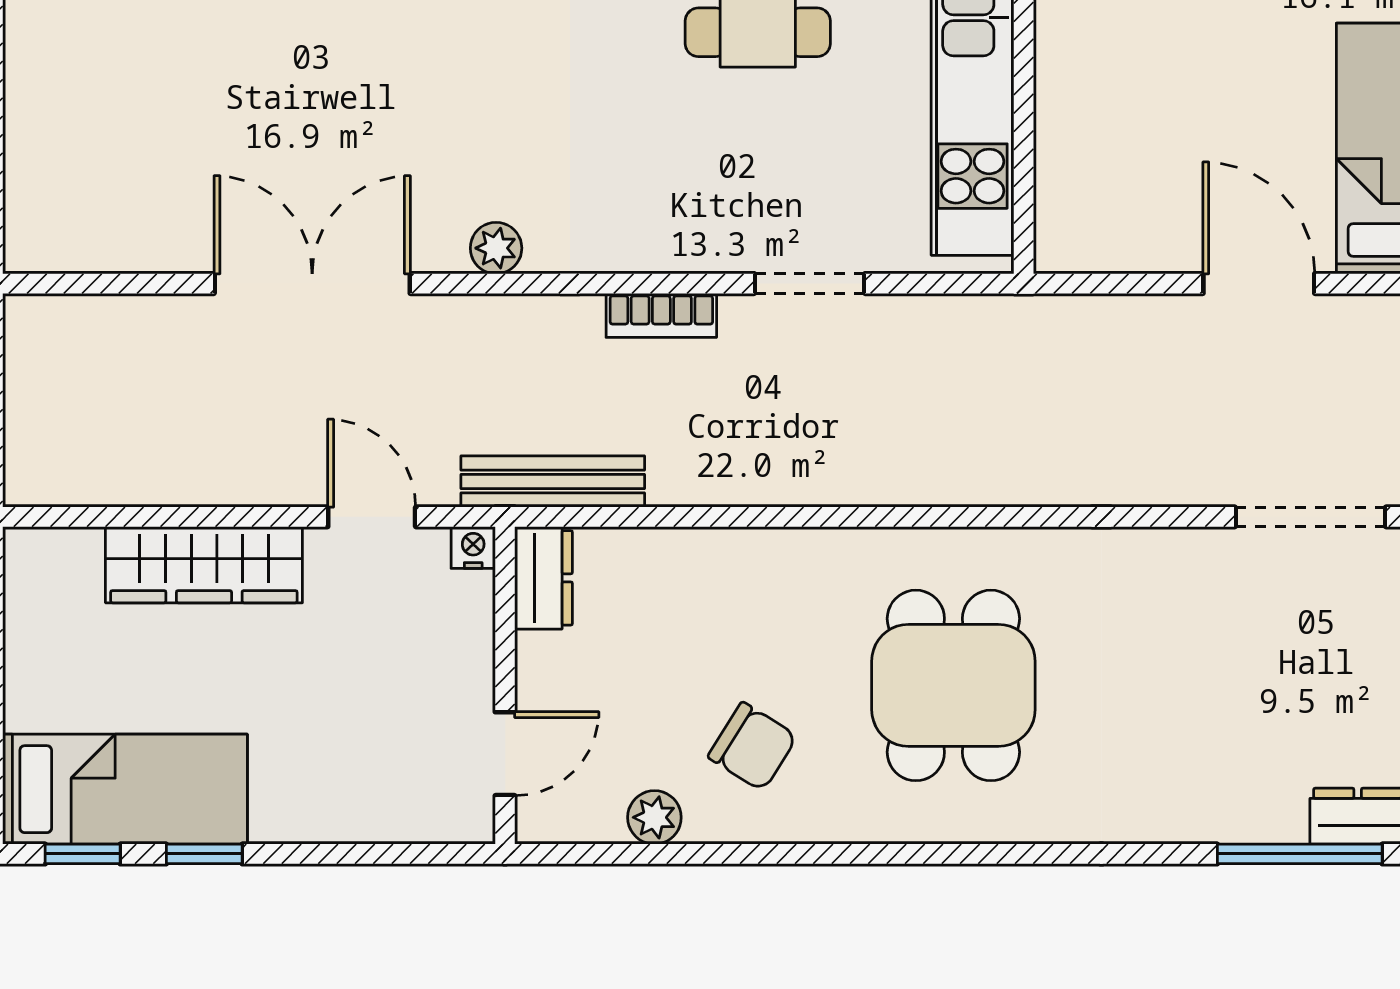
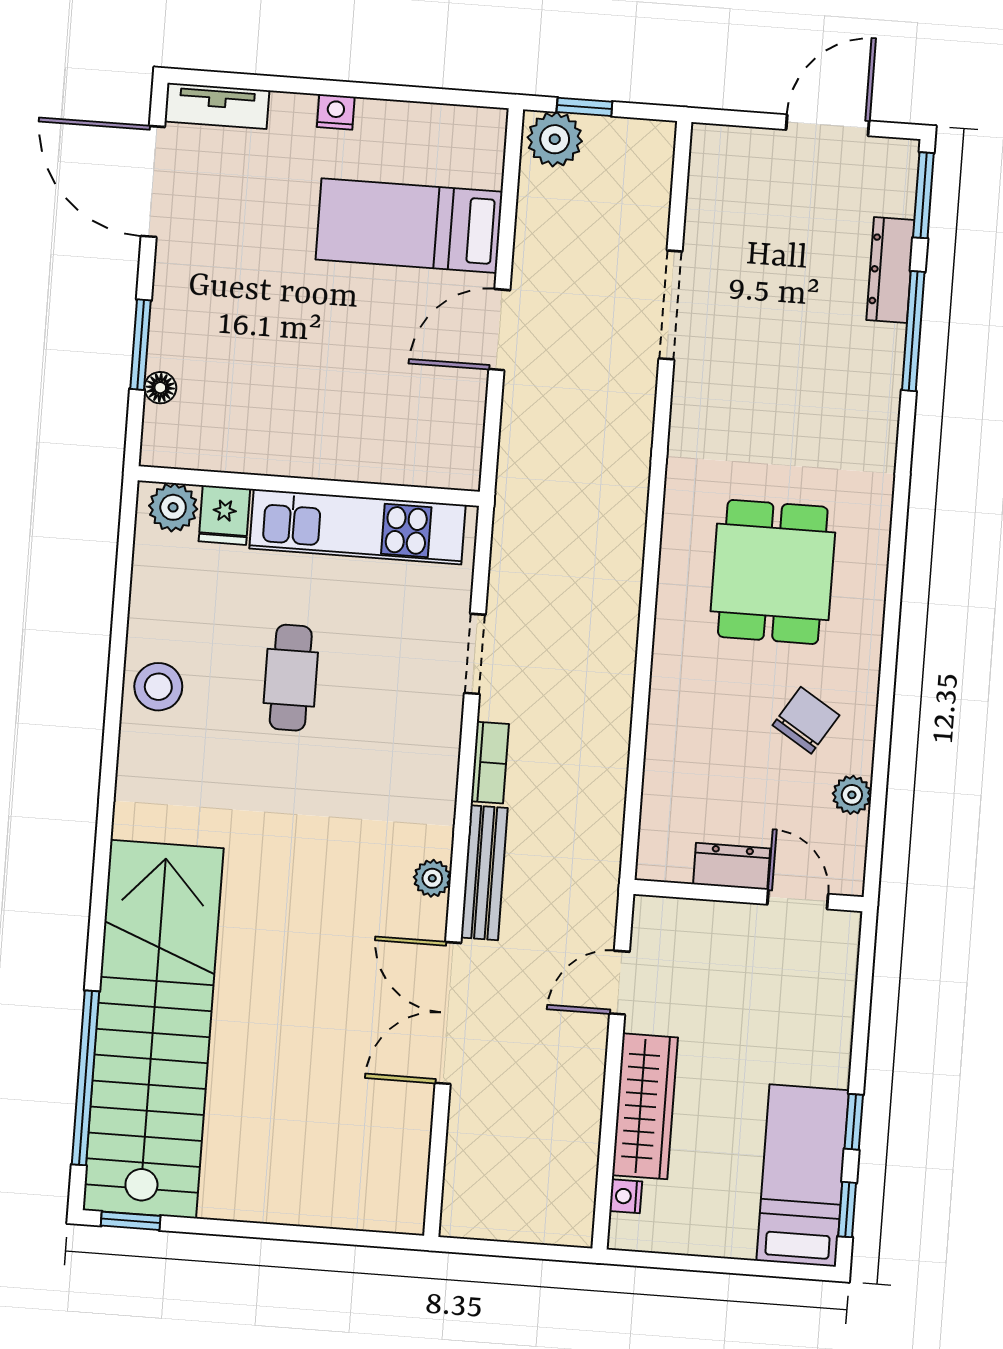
bench: (553, 481) -> (484, 873), moved
nightstand: (473, 548) -> (626, 1196), moved
dresser: (544, 578) -> (732, 866), moved
dining table: (953, 685) -> (773, 572), turned 90

